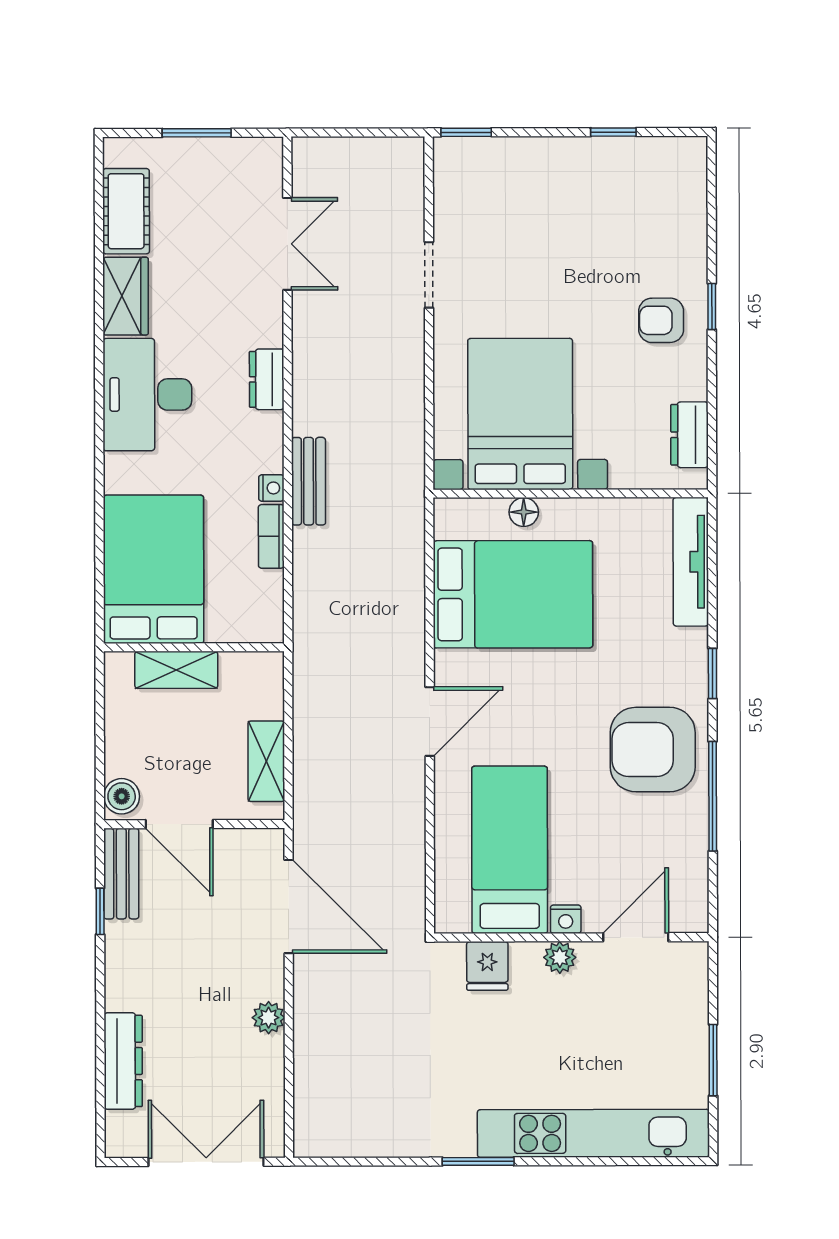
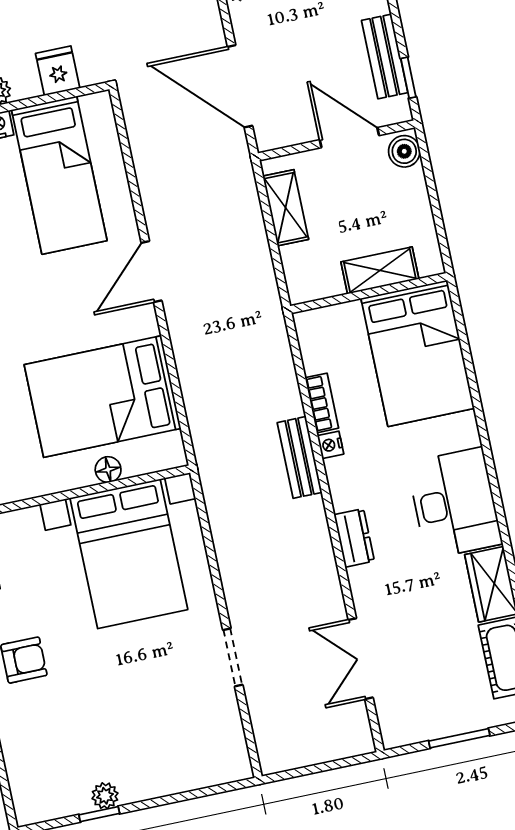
window: (466, 132) -> (226, 787), removed
plant: (603, 151) -> (105, 796), added
bench: (121, 874) -> (385, 57), moved
window: (100, 911) -> (408, 78), moved

